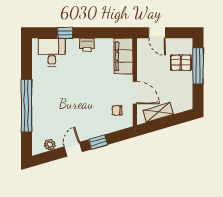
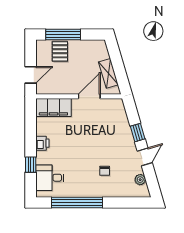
window: (27, 106) -> (77, 202), moved
chair: (117, 110) -> (105, 171), moved
door: (73, 149) -> (145, 157), swing flipped

